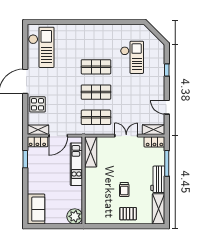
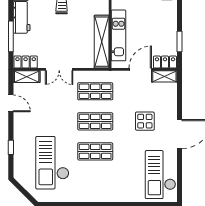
checkout: (132, 57) -> (52, 163), width x1.36, depth x1.21
display table: (37, 104) -> (145, 121), moved
shelving: (91, 152) -> (102, 42), width x1.47

